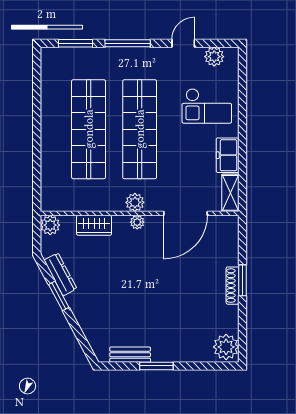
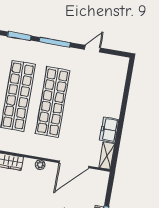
plant: (214, 57) -> (112, 61), removed
checkout: (207, 106) -> (101, 94), removed
plant: (135, 202) -> (41, 151), removed

